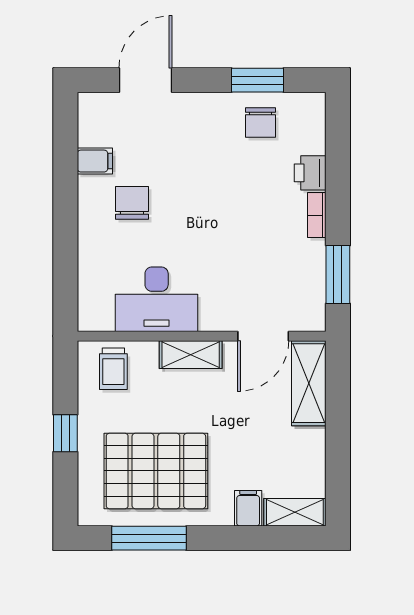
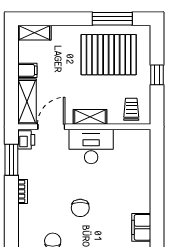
filing cabinet: (95, 161) -> (141, 227), width x2.00
printer: (310, 173) -> (26, 140), moved
chair: (132, 203) -> (80, 208), moved
desk: (157, 299) -> (91, 146), moved
filing cabinet: (248, 508) -> (27, 70), moved, turned -90

